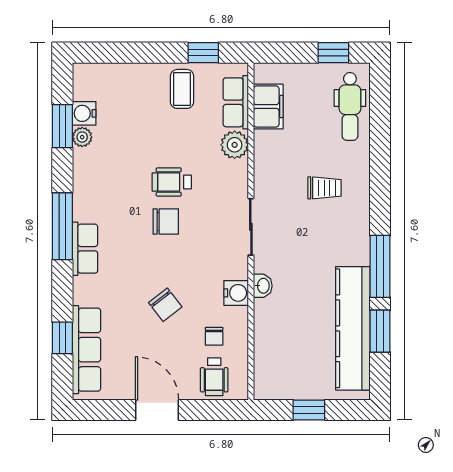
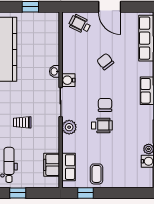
plant: (235, 145) -> (69, 127), moved
chair: (166, 222) -> (105, 105), turned 90
water cooler: (236, 293) -> (68, 80), moved
chair: (214, 336) -> (80, 45), removed
wheelchair: (214, 377) -> (80, 24), turned -63

